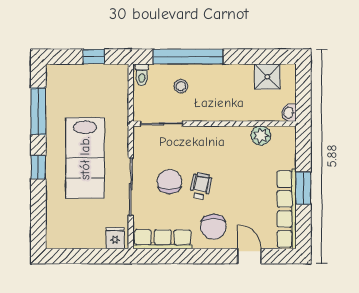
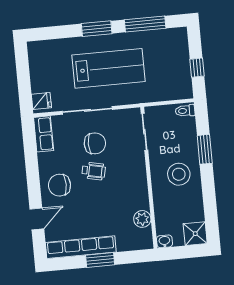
window: (188, 57) -> (205, 149), width x0.47
shower: (267, 77) -> (195, 234), moved
stool: (181, 86) -> (179, 174), moved, width x1.89, depth x1.89
lab bench: (85, 158) -> (108, 68), turned 180
window: (38, 167) -> (97, 29), width x1.50
row of seats: (163, 239) -> (44, 134), width x0.68

